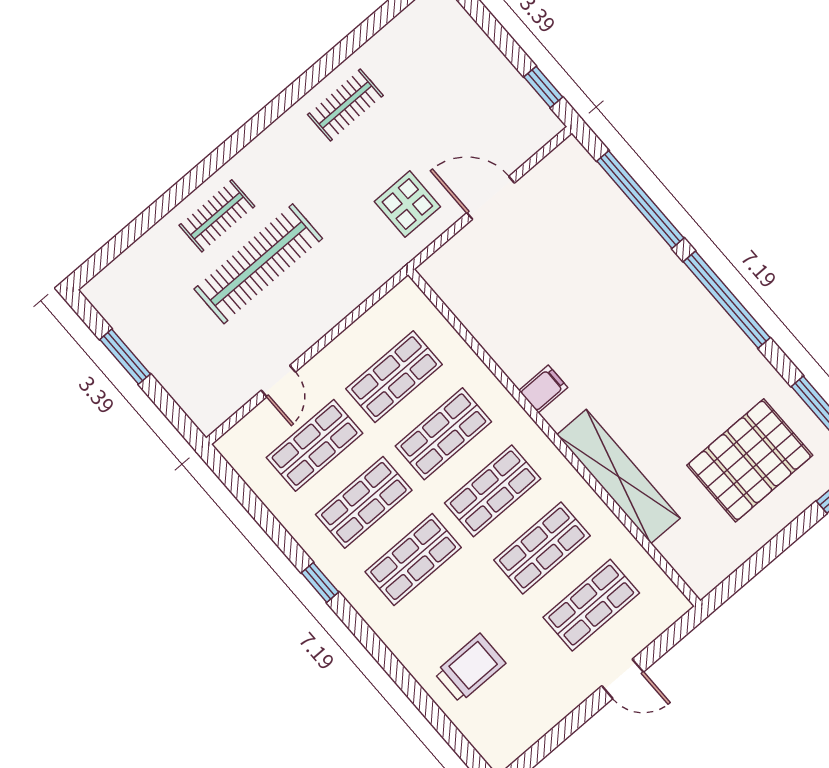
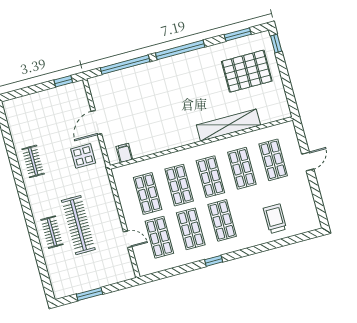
filing cabinet: (543, 389) -> (124, 153), moved
pallet: (750, 460) -> (247, 71), turned 90

